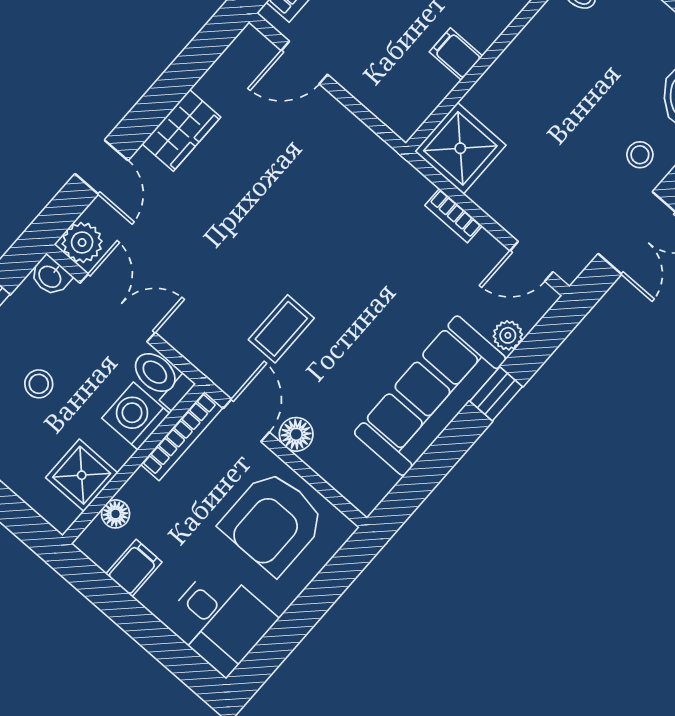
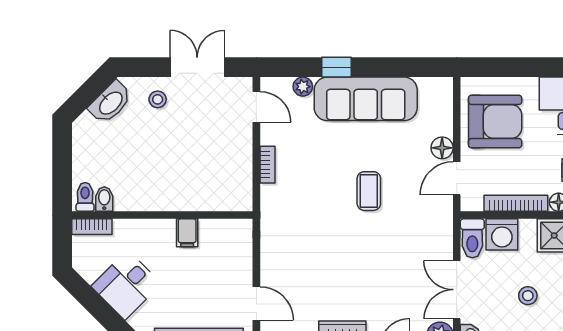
shower: (460, 148) -> (231, 190), removed
coffee table: (281, 329) -> (369, 191), moved, turned 90
bookcase: (182, 436) -> (516, 203), moved

